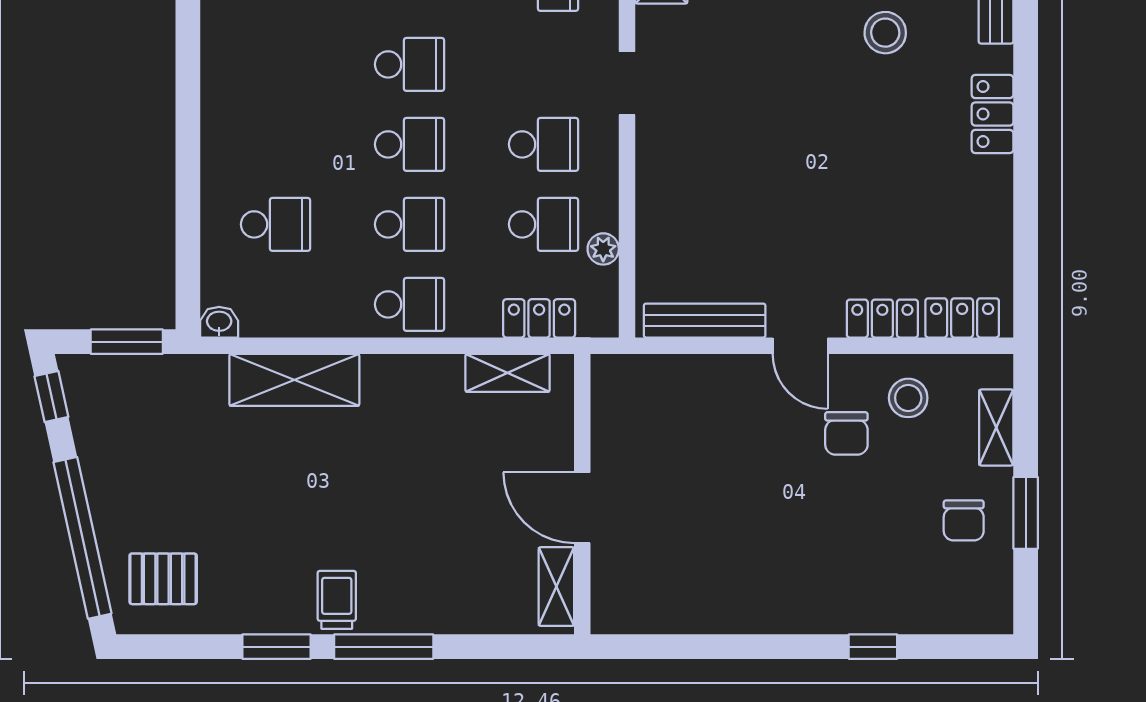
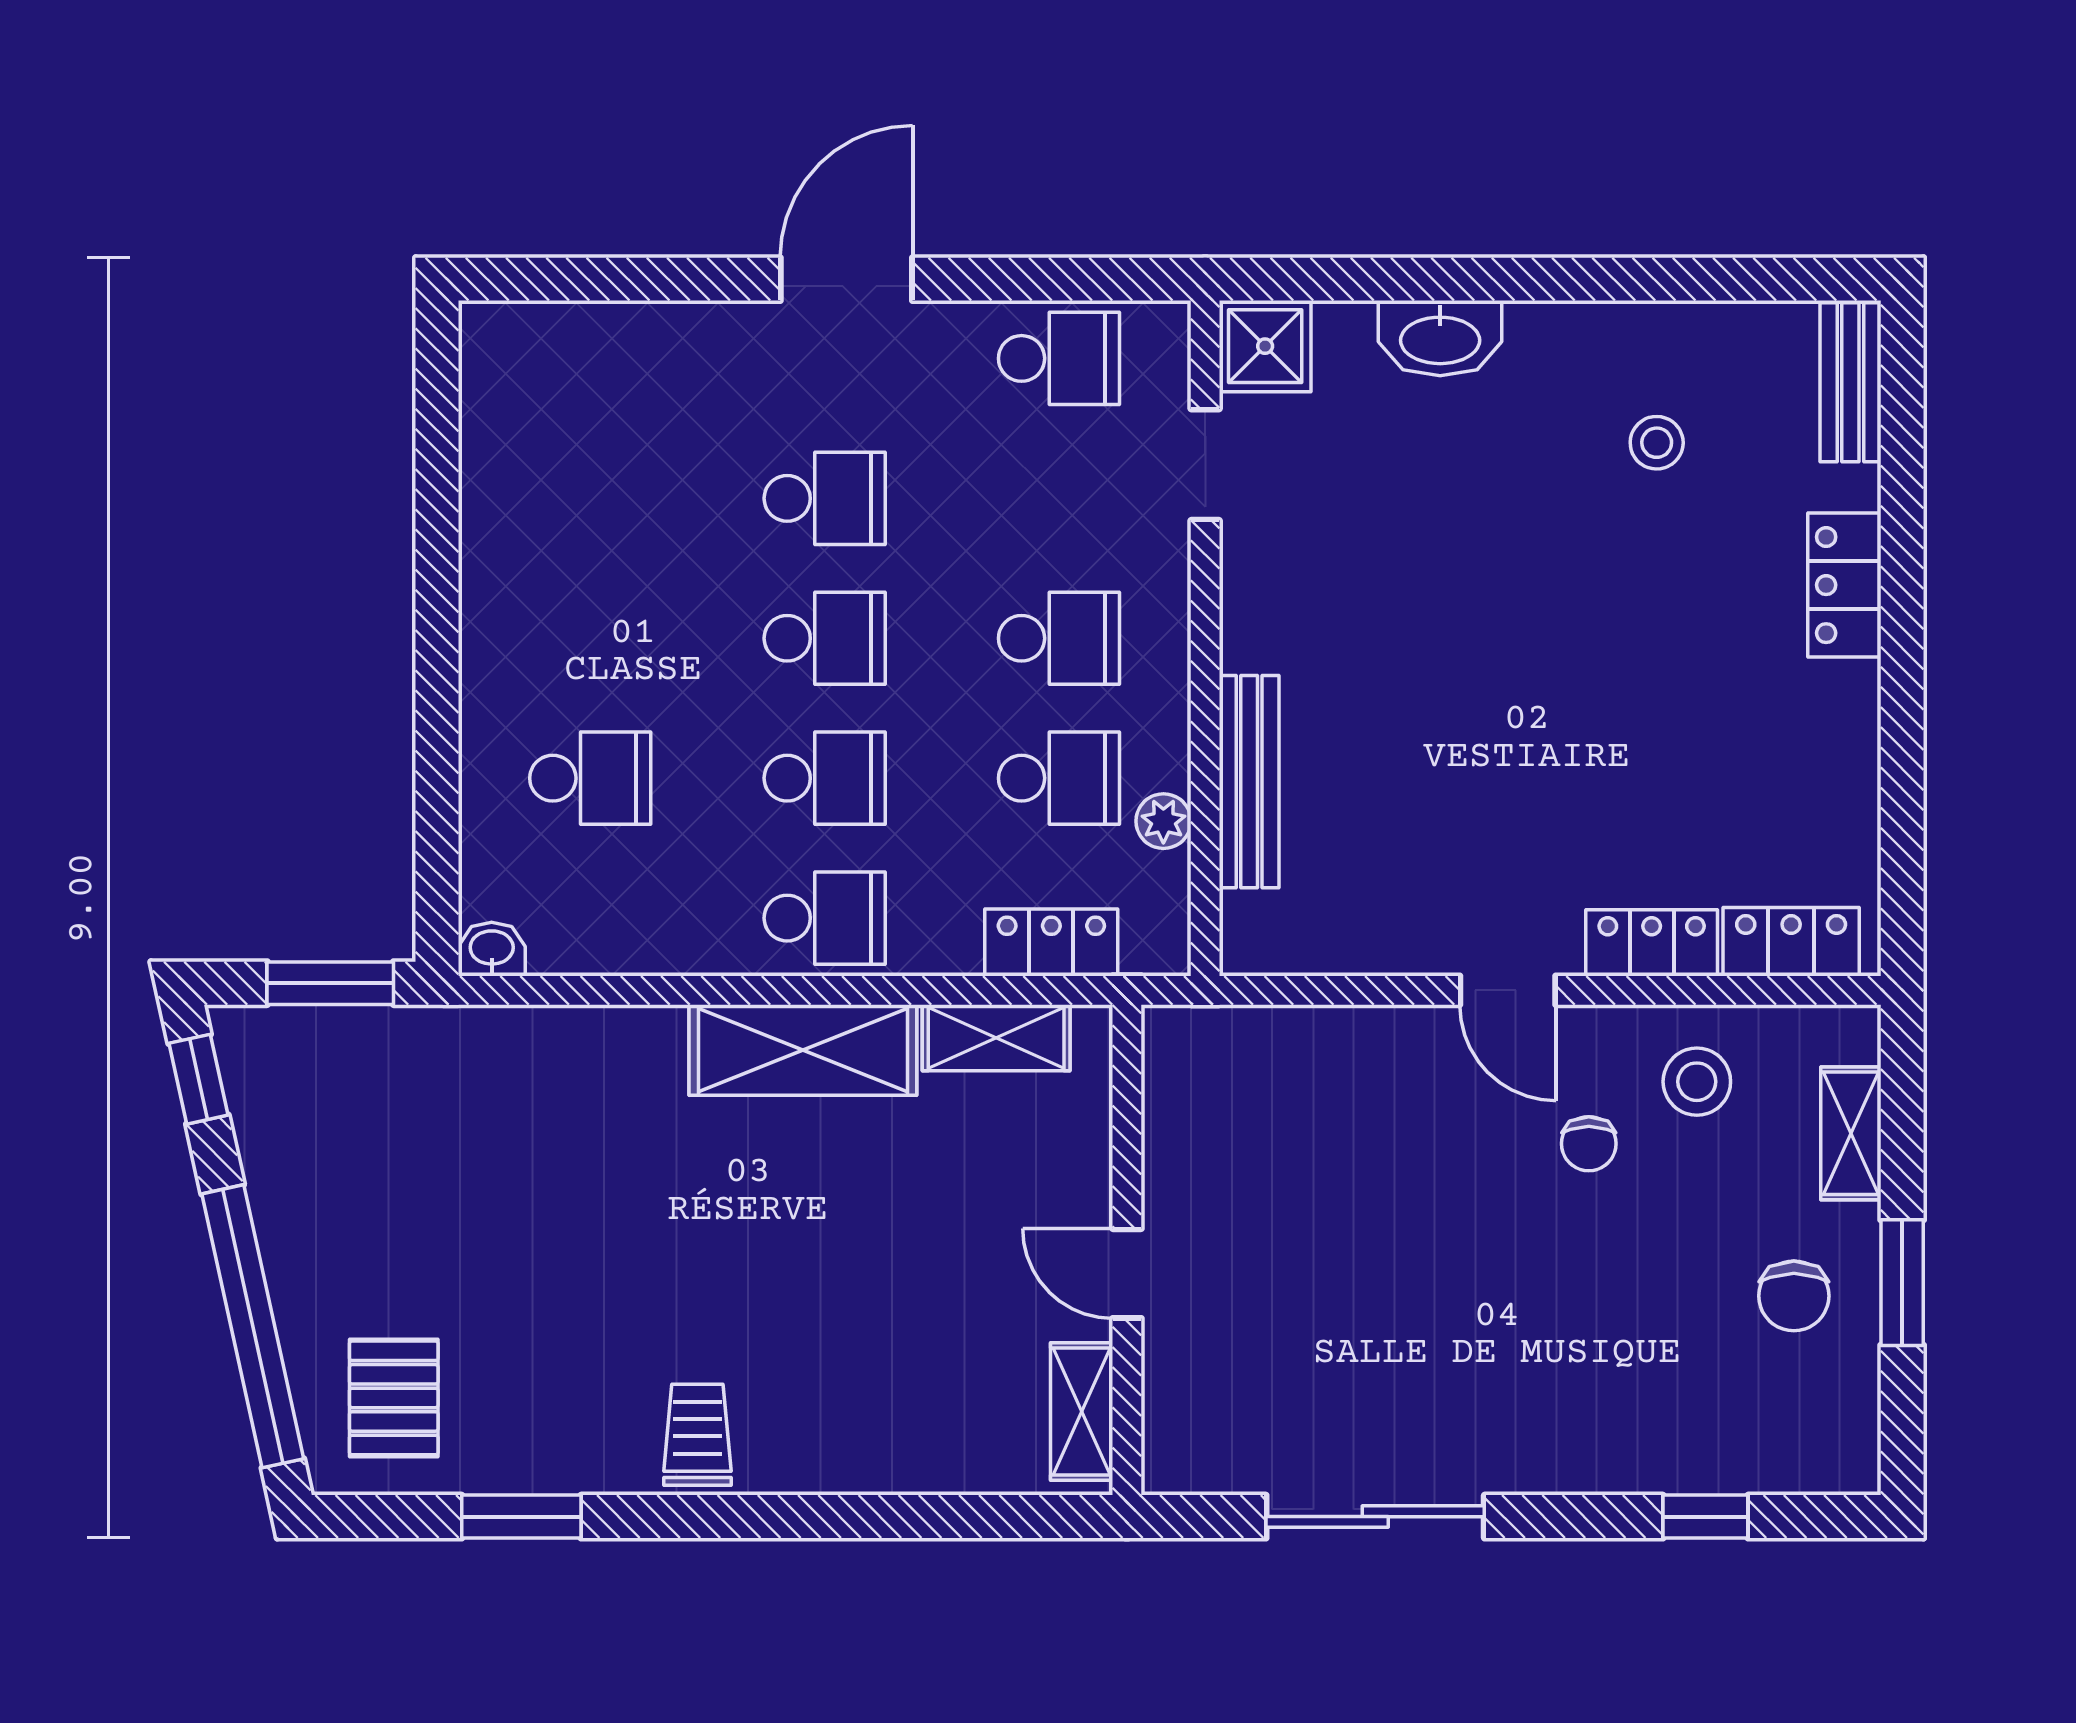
stool: (885, 33) -> (1657, 443), width x0.73, depth x0.73
doorway: (627, 83) -> (1205, 465), moved
bench: (705, 321) -> (1249, 782), moved, turned 90
shelving: (294, 380) -> (803, 1050), moved
chair: (846, 433) -> (1589, 1144), width x0.73, depth x0.73
door: (582, 508) -> (1127, 1274), width x0.73
pallet: (163, 579) -> (394, 1398), turned 90
window: (276, 647) -> (521, 1517), moved
window: (384, 647) -> (779, 1517), removed
sliding door: (724, 647) -> (1375, 1517), added
window: (873, 647) -> (1705, 1517), moved

